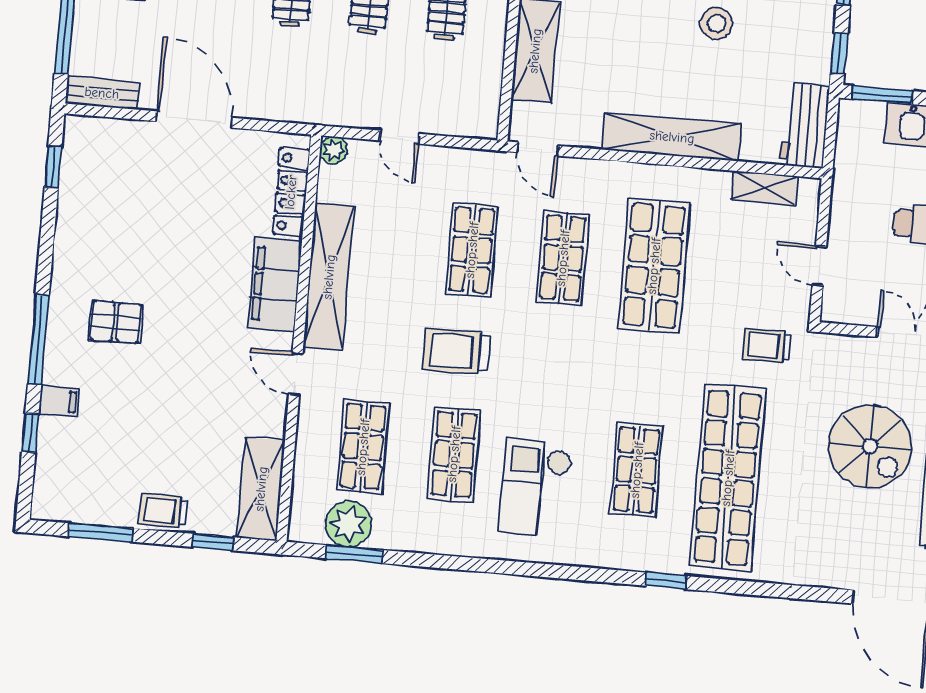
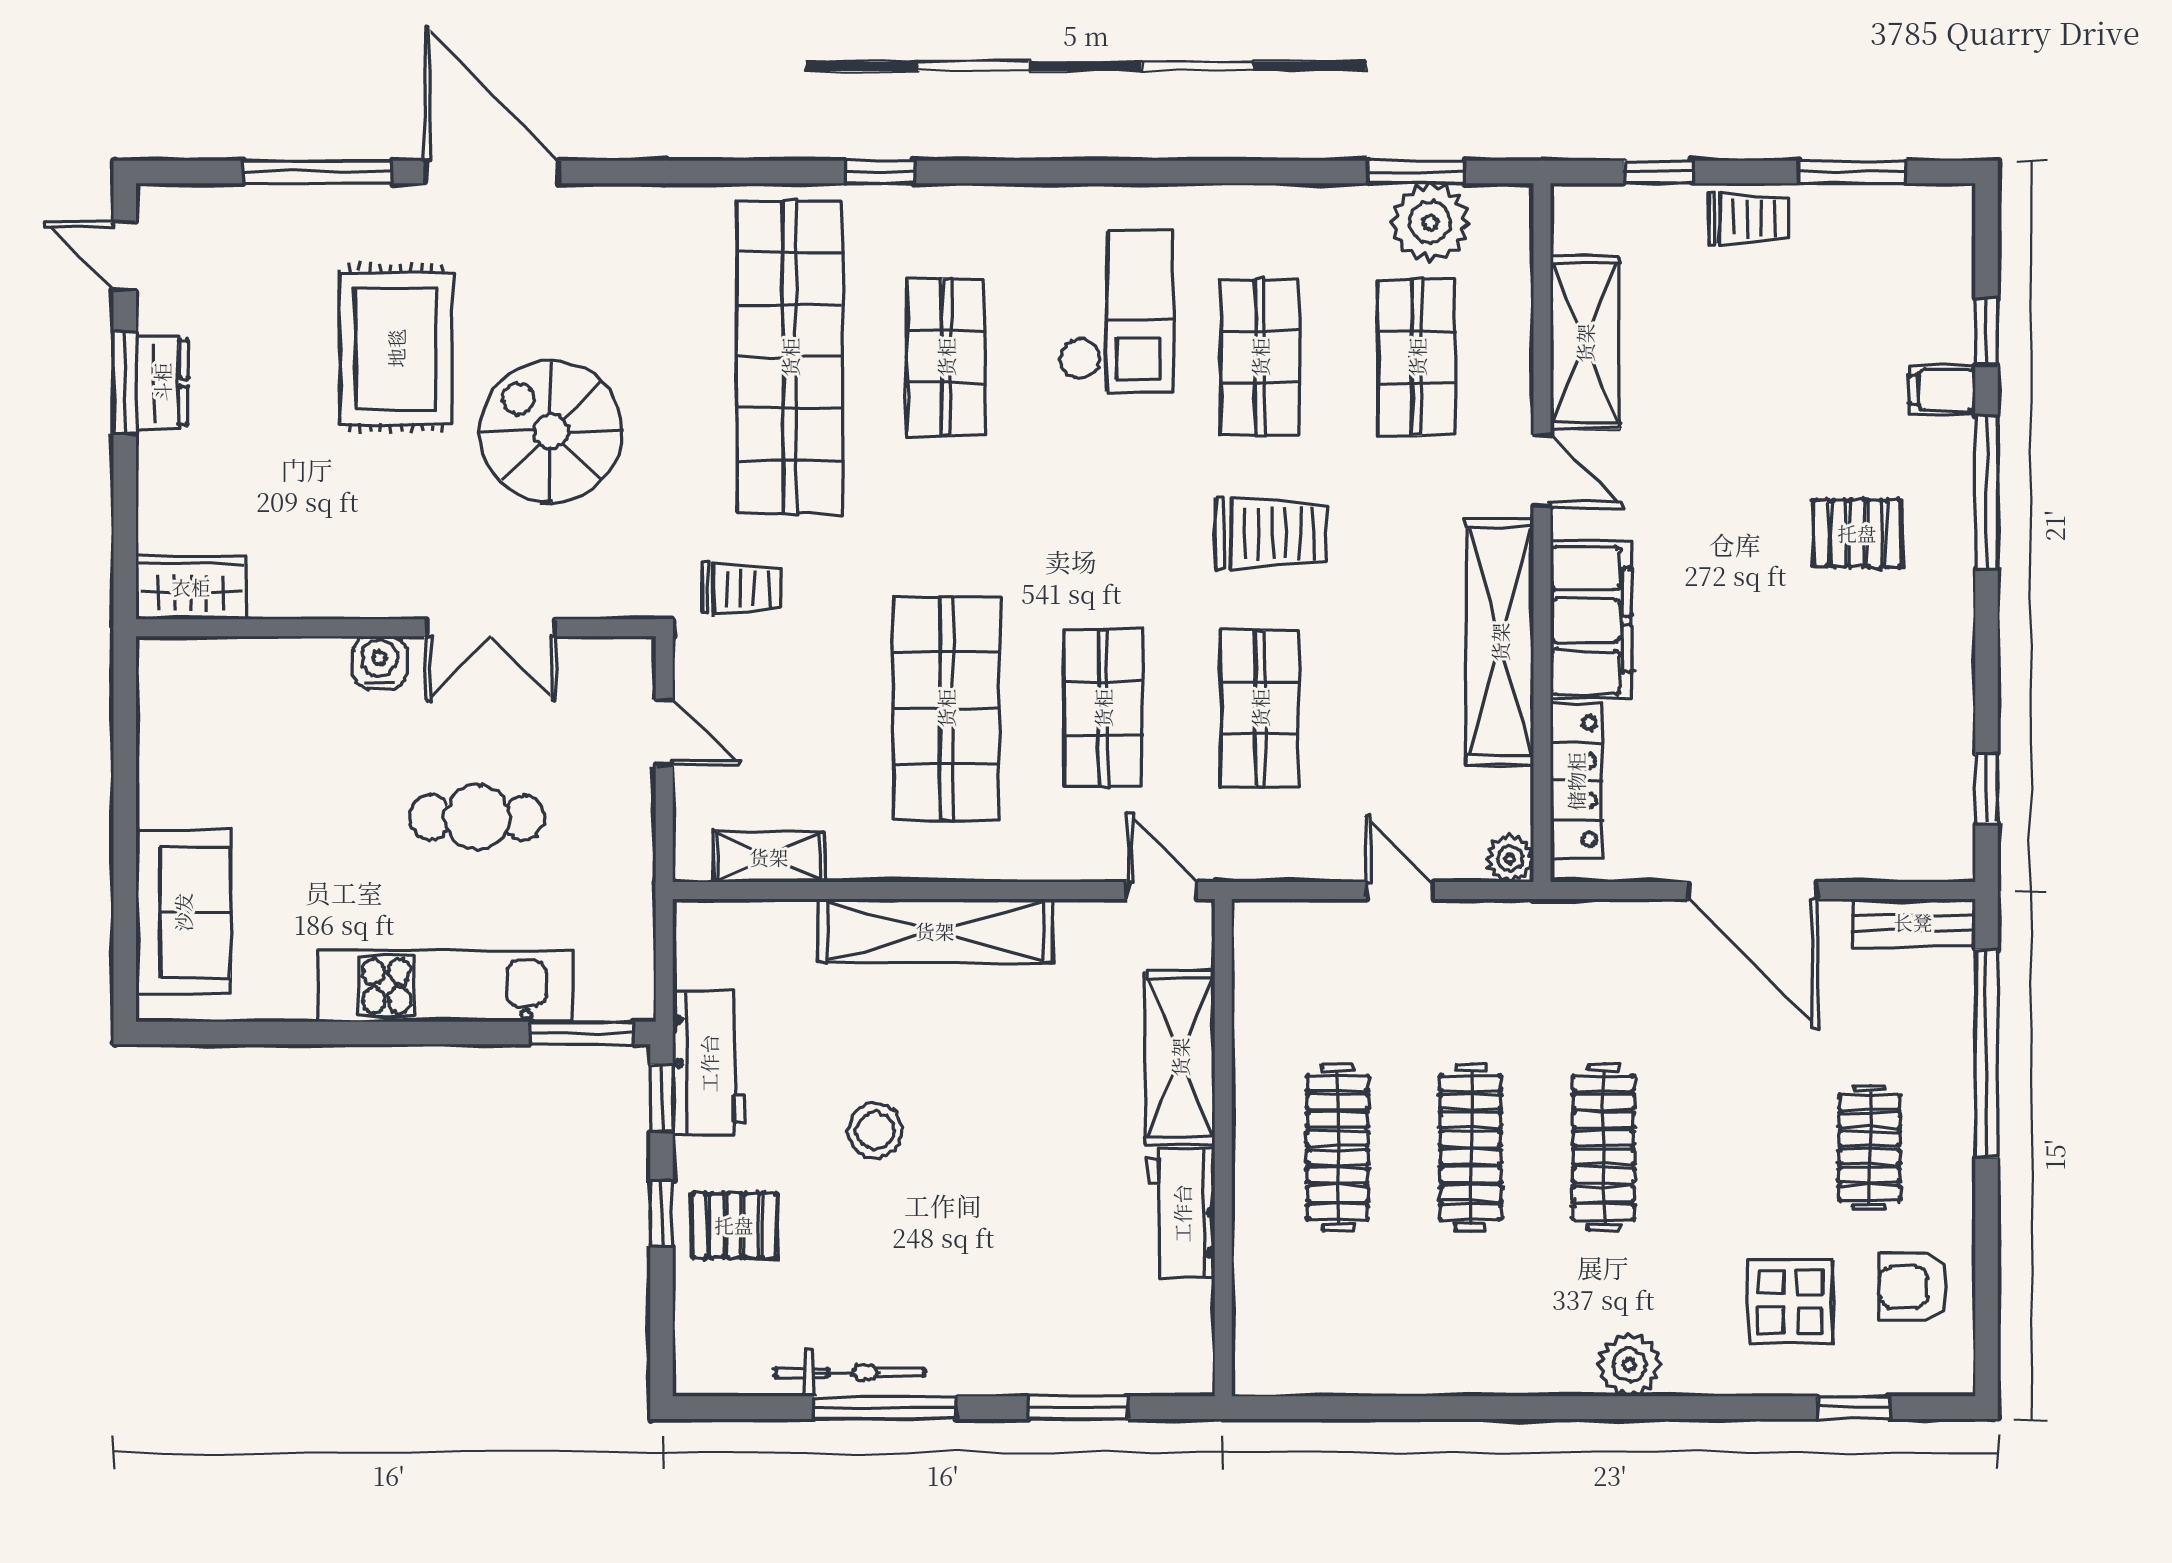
workbench: (805, 125) -> (709, 1063), moved
shelving: (261, 489) -> (1585, 343), moved

